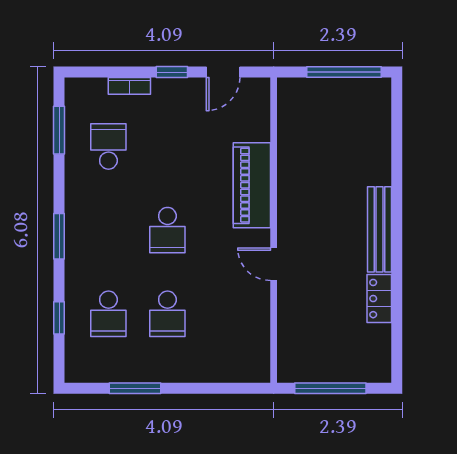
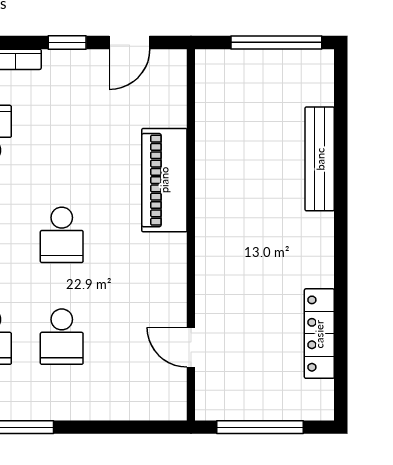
bench: (379, 229) -> (320, 159), moved
door: (274, 264) -> (191, 347), moved
locker: (379, 299) -> (319, 334), width x1.53

